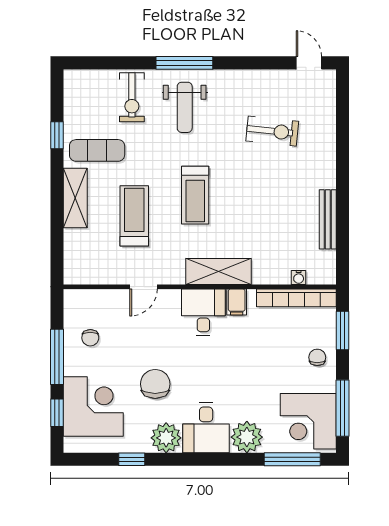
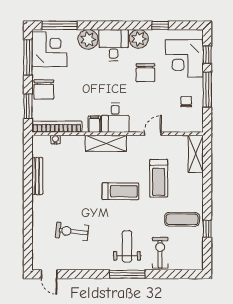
treadmill: (195, 195) -> (120, 191), turned 90
shelving: (75, 198) -> (196, 154), moved
chair: (317, 357) -> (44, 89), width x1.87, depth x1.87

